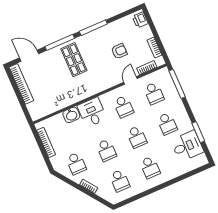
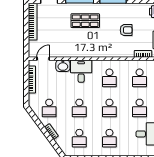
shop shelf: (74, 60) -> (85, 21), turned 90
door: (130, 80) -> (43, 59), moved

